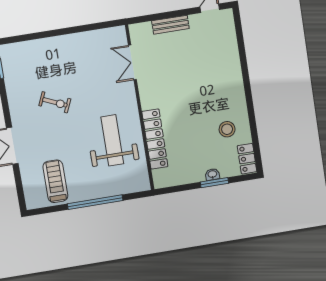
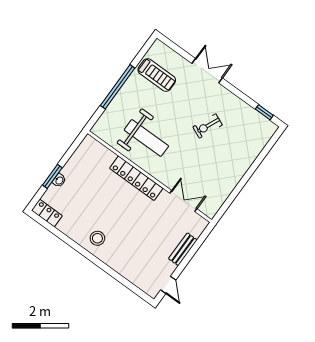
stool: (227, 129) -> (97, 238), moved
locker: (155, 139) -> (136, 178), moved

